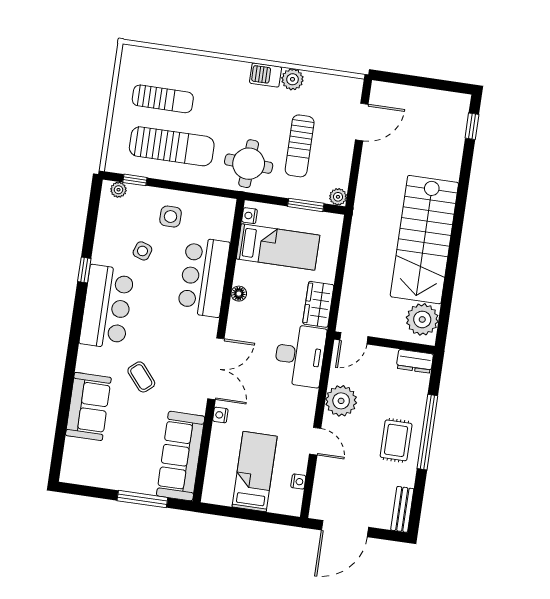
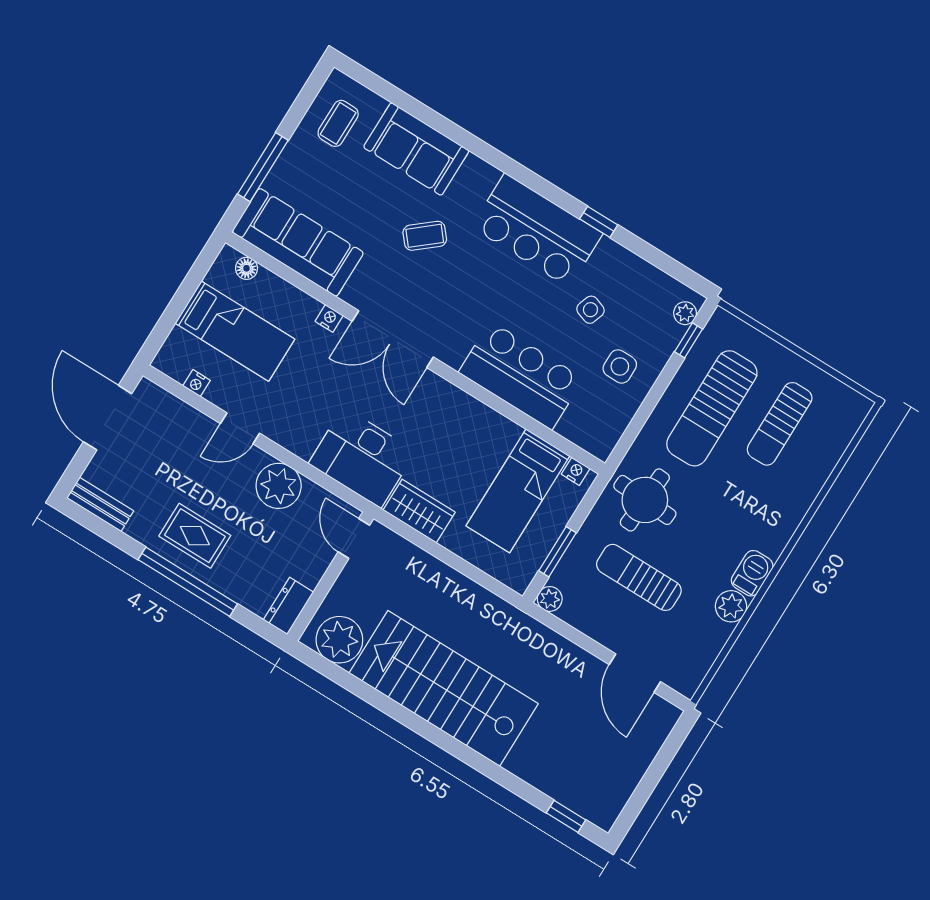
floor lamp: (239, 294) -> (247, 268), moved
coffee table: (94, 463) -> (338, 123), added

